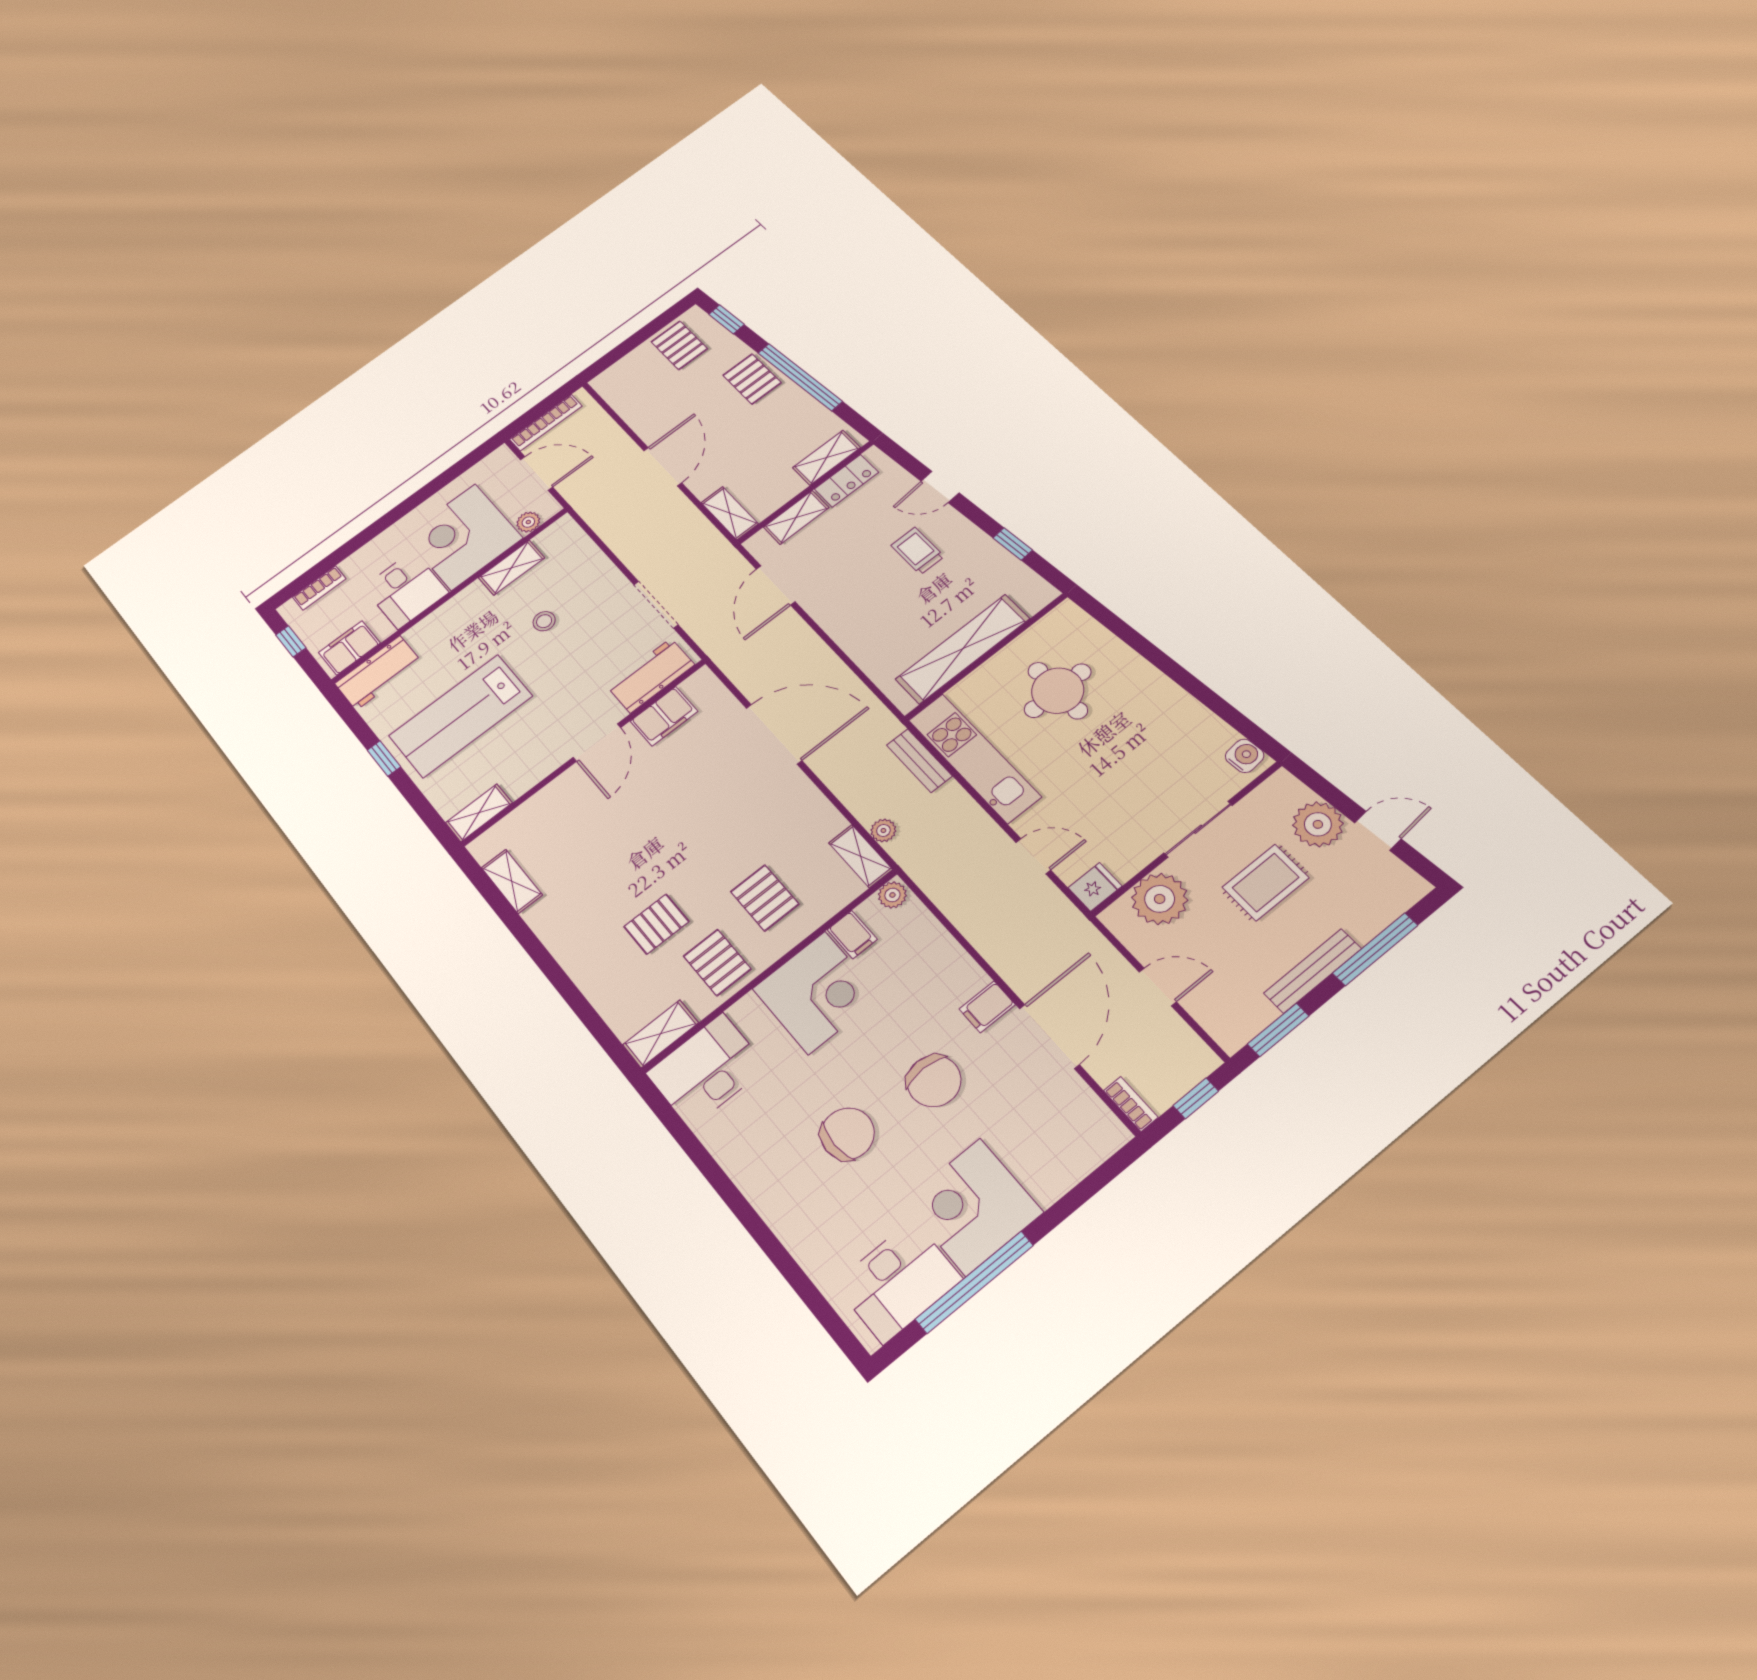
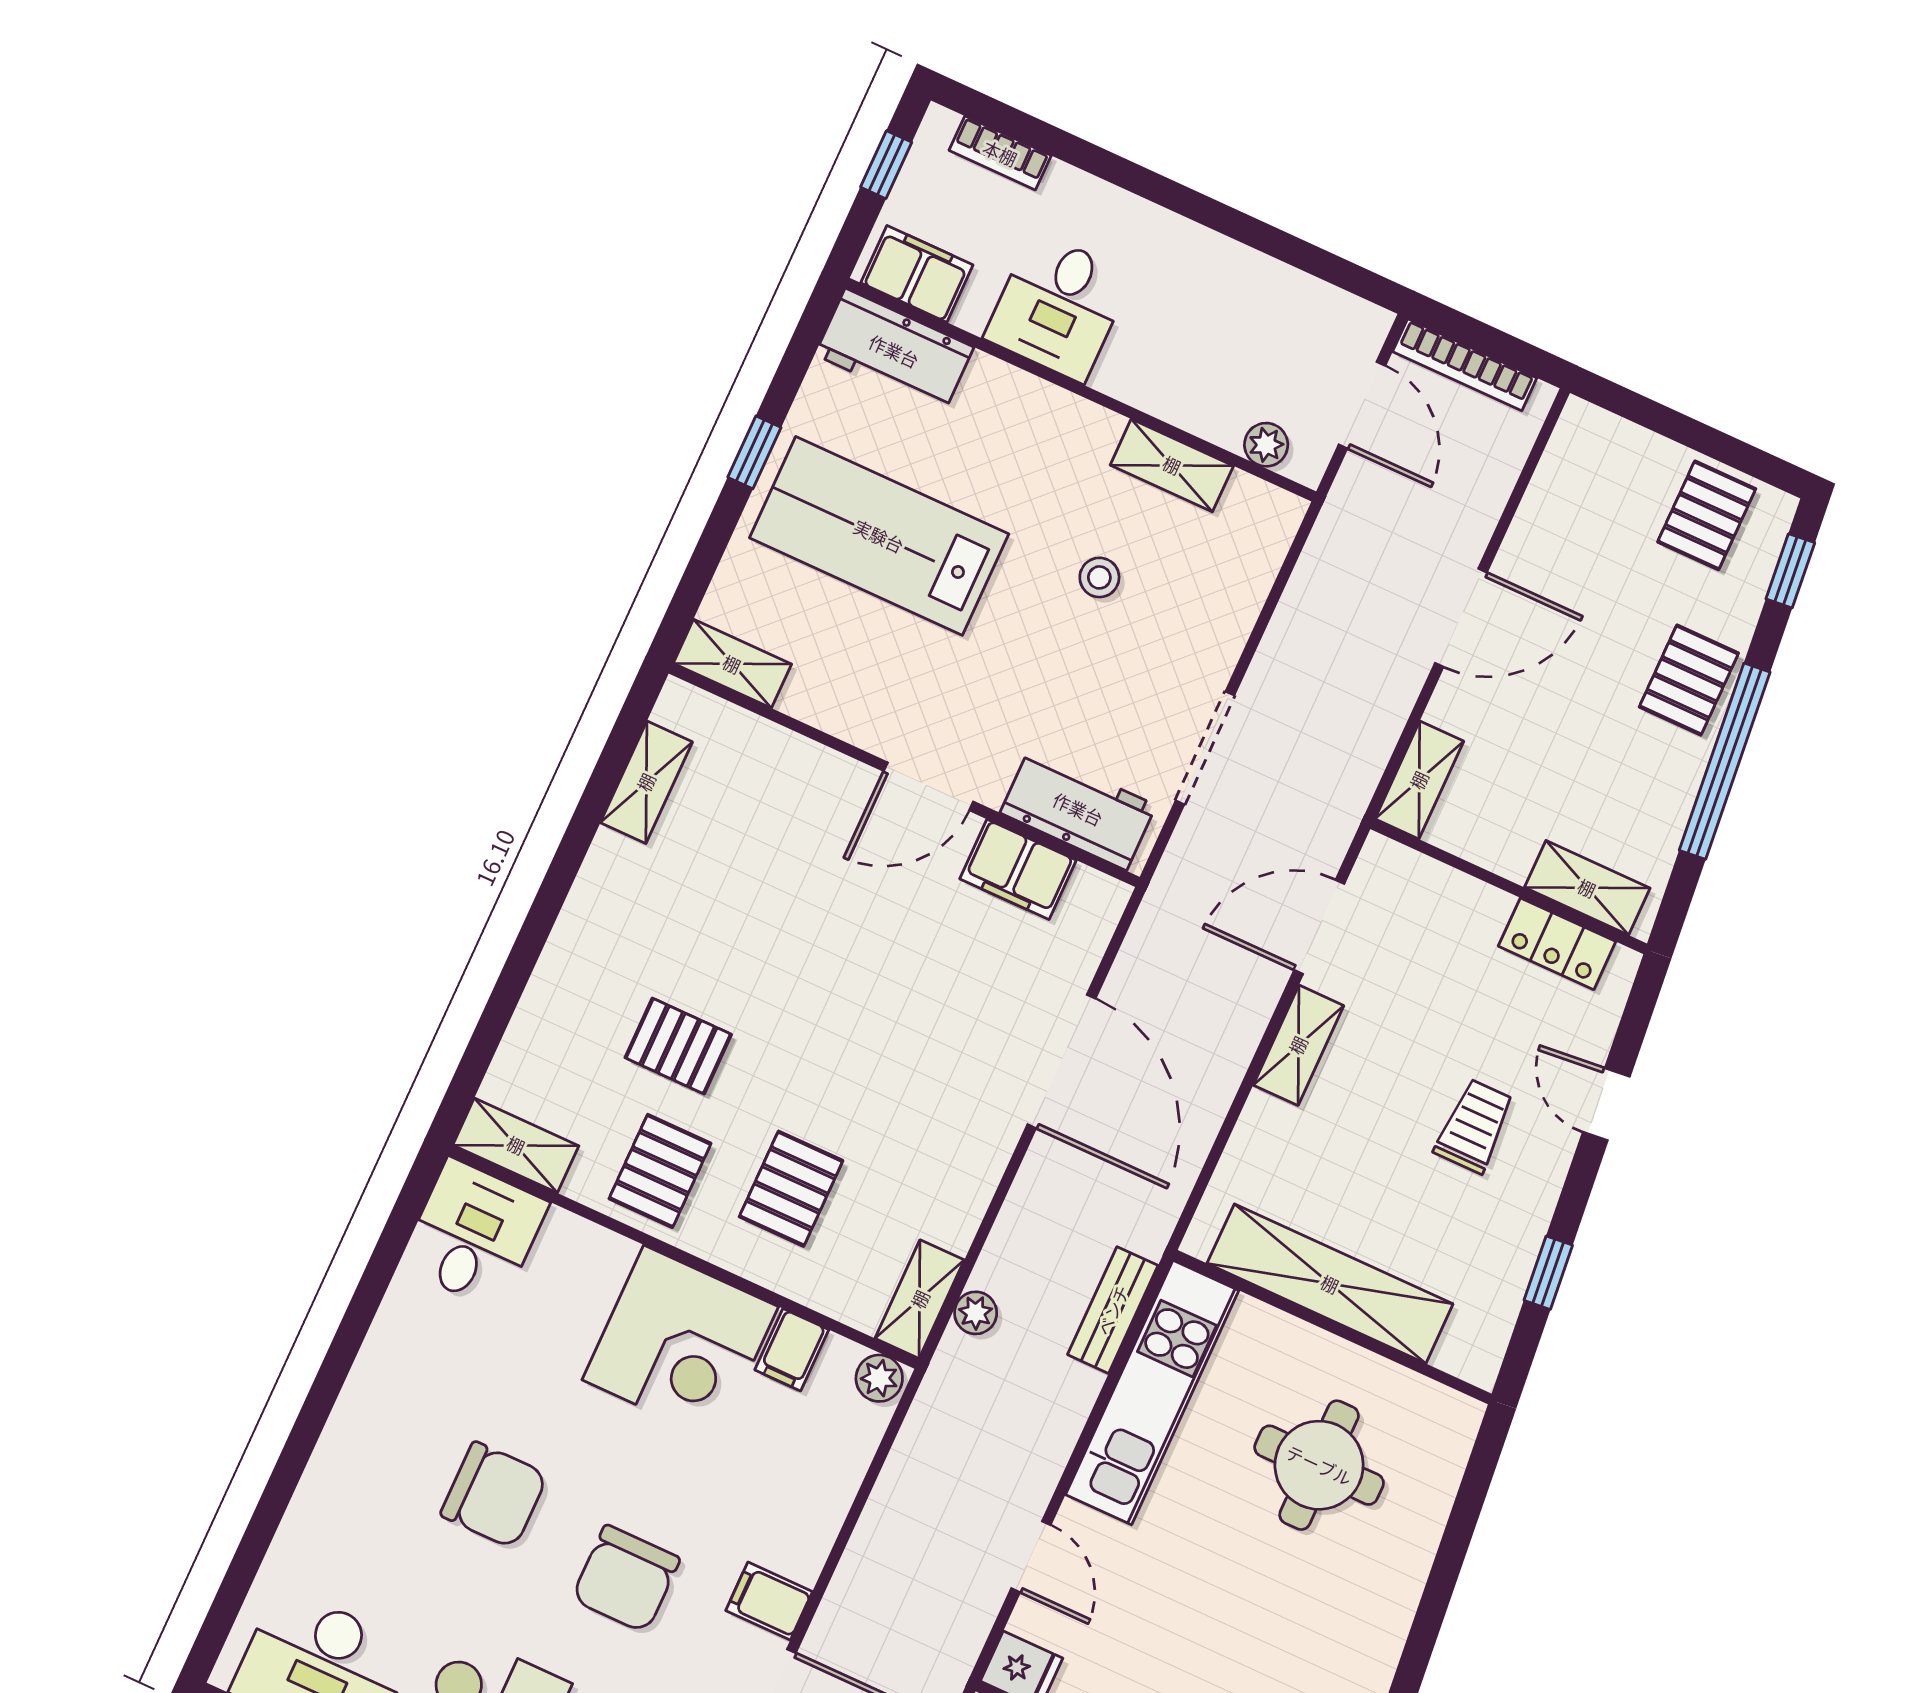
shelving: (796, 517) -> (1298, 1045), moved, turned 90
corner desk: (463, 537) -> (1194, 348), removed
desk: (707, 1070) -> (474, 1234), width x0.73

